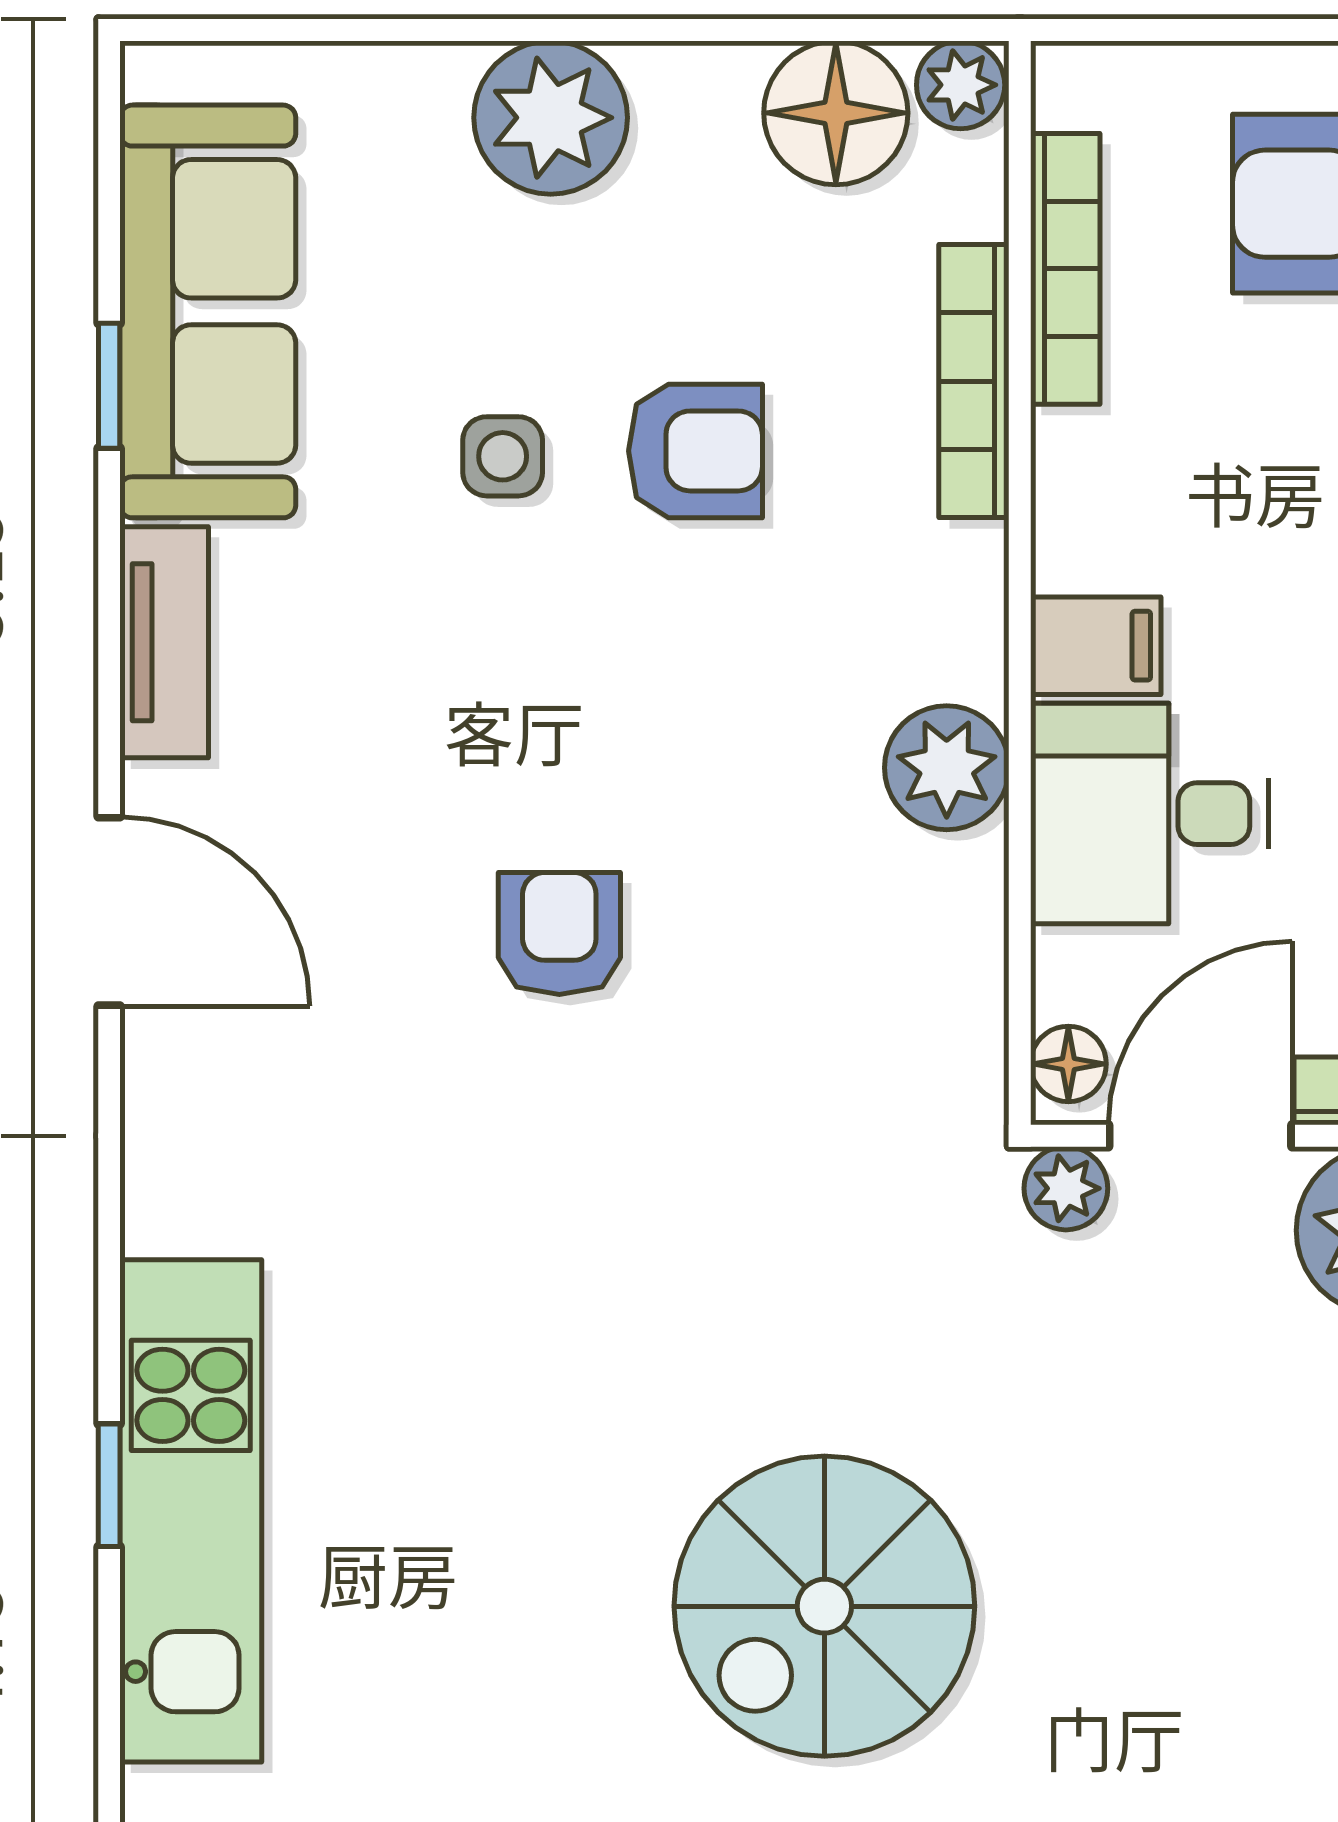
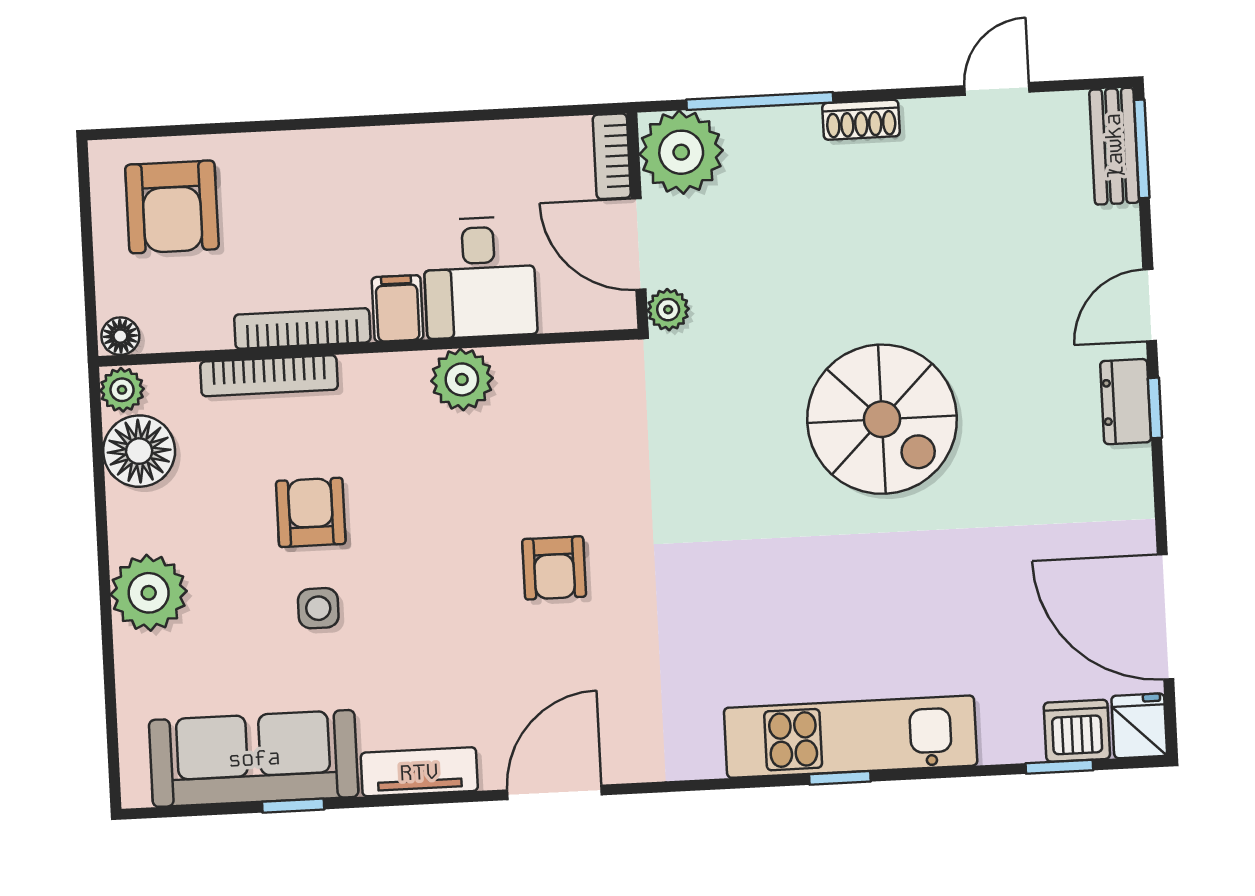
bookcase: (1065, 269) -> (302, 328), moved
armchair: (559, 933) -> (554, 568), turned -90
floor lamp: (1068, 1064) -> (120, 336), moved

